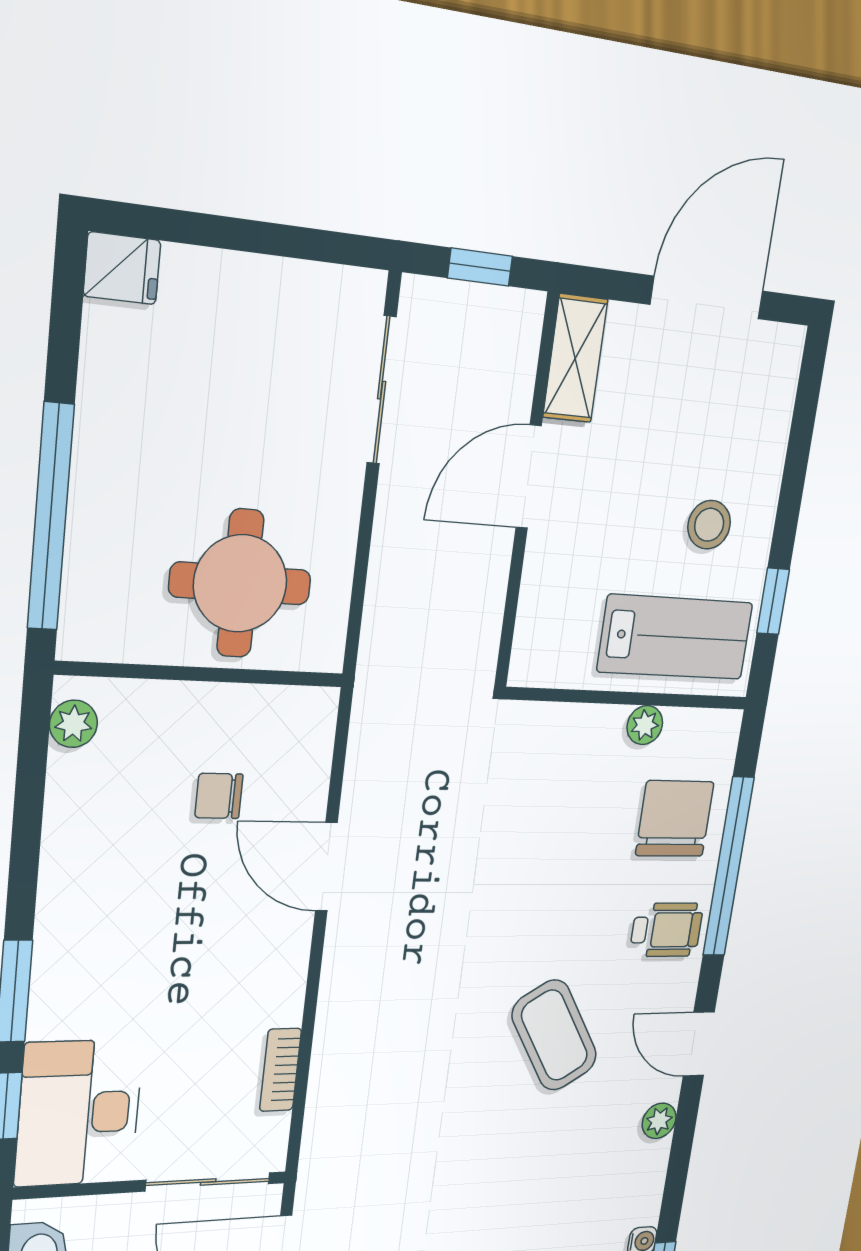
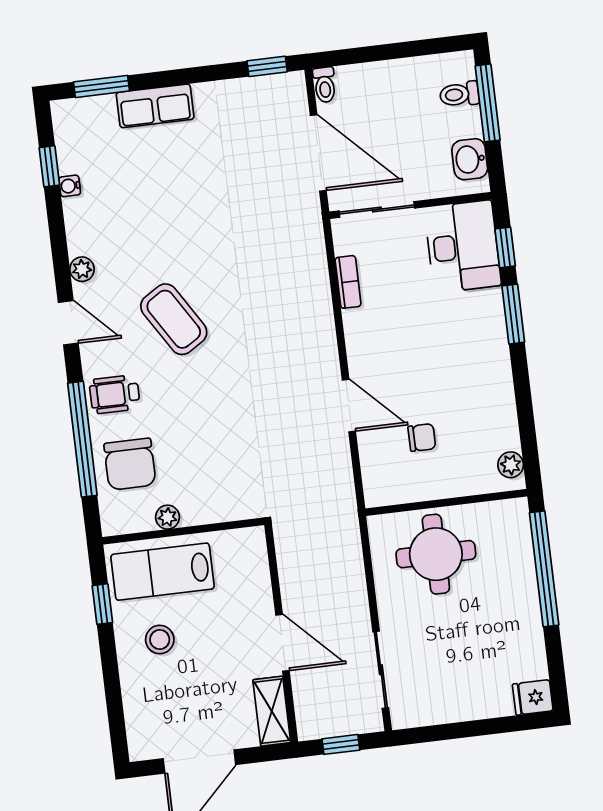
door: (529, 477) -> (282, 643), hinge flipped

